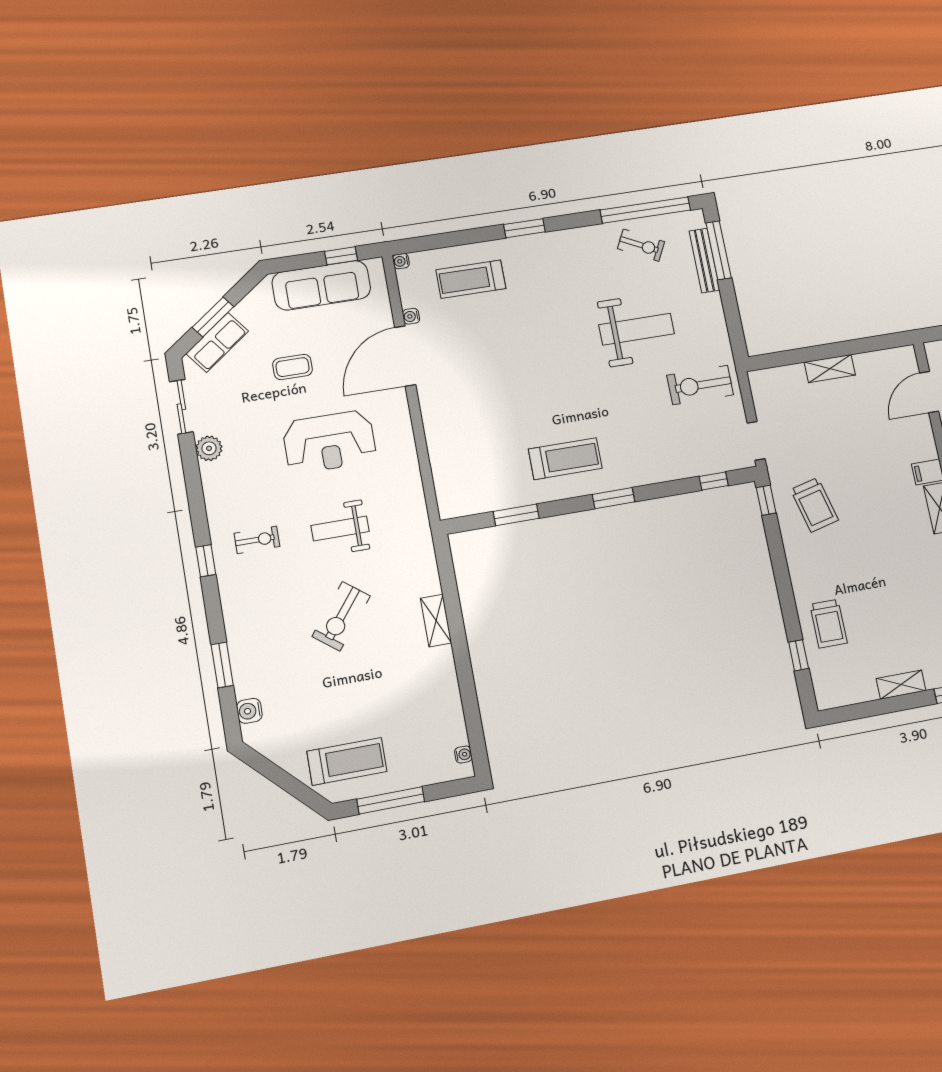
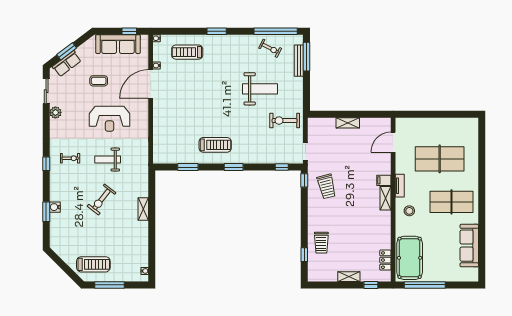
water cooler: (249, 711) -> (55, 207), moved

